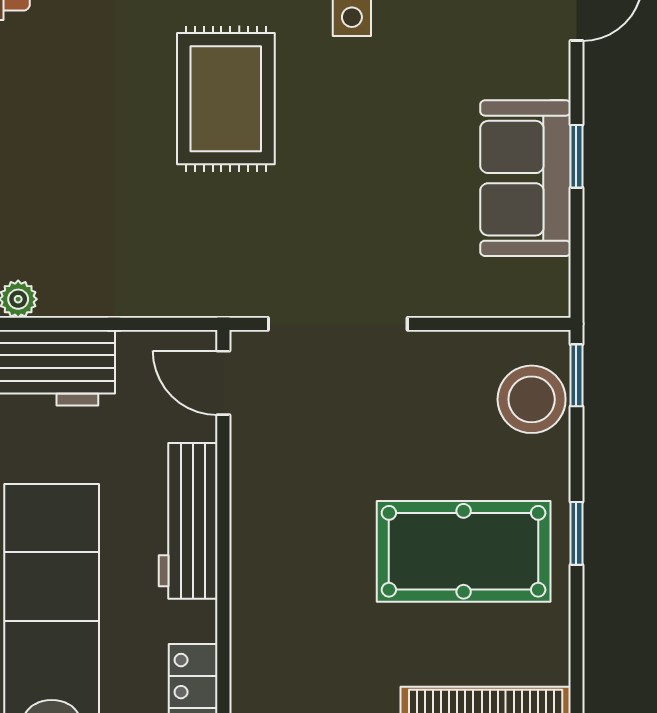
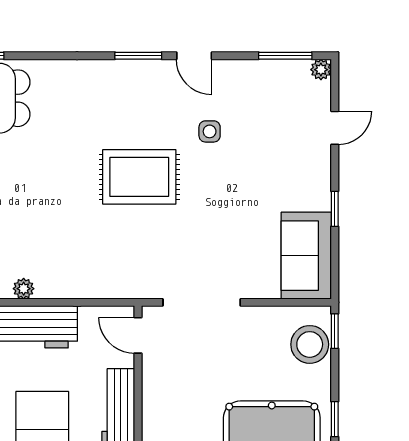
rug: (226, 99) -> (139, 177), turned 90
sofa: (525, 178) -> (306, 256), moved

